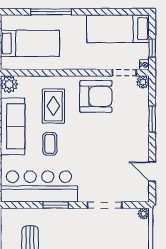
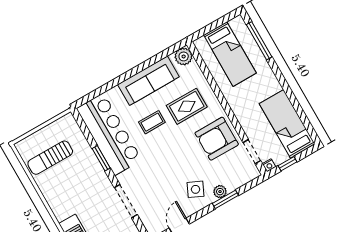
window: (51, 12) -> (259, 41), moved
plant: (143, 82) -> (220, 192), moved
armchair: (96, 96) -> (217, 139), turned 90
side table: (129, 140) -> (196, 189), added

